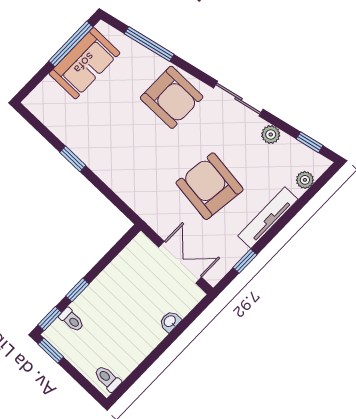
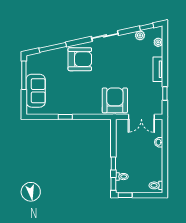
sofa: (84, 63) -> (36, 91), moved
plant: (271, 135) -> (140, 35), moved
armchair: (210, 186) -> (115, 100), moved, turned 83
tv unit: (268, 218) -> (158, 69), width x0.71
double door: (180, 262) -> (141, 117), swing flipped

